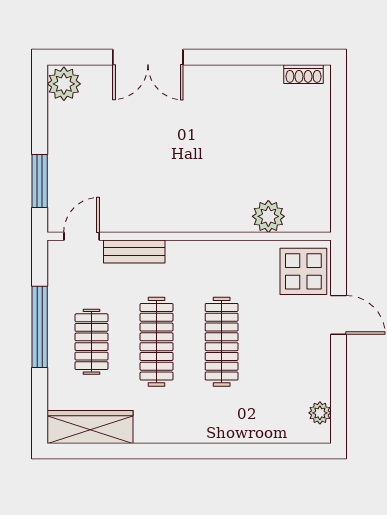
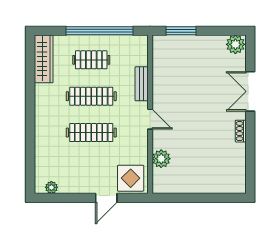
shoe rack: (303, 74) -> (241, 131), moved
door: (82, 236) -> (150, 119), moved
window: (40, 327) -> (100, 31), width x1.46

